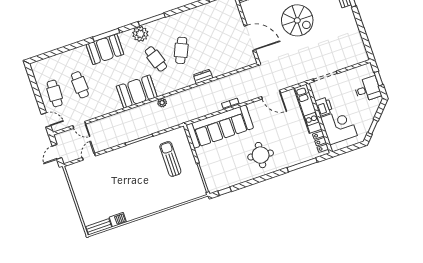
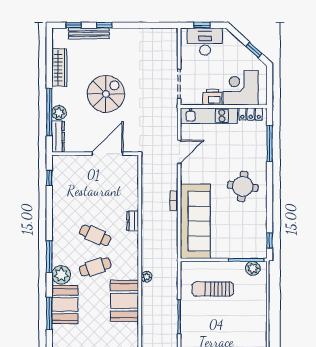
booth: (105, 49) -> (65, 304), moved
desk: (367, 89) -> (205, 42), width x1.37
plant: (198, 185) -> (253, 268), added

